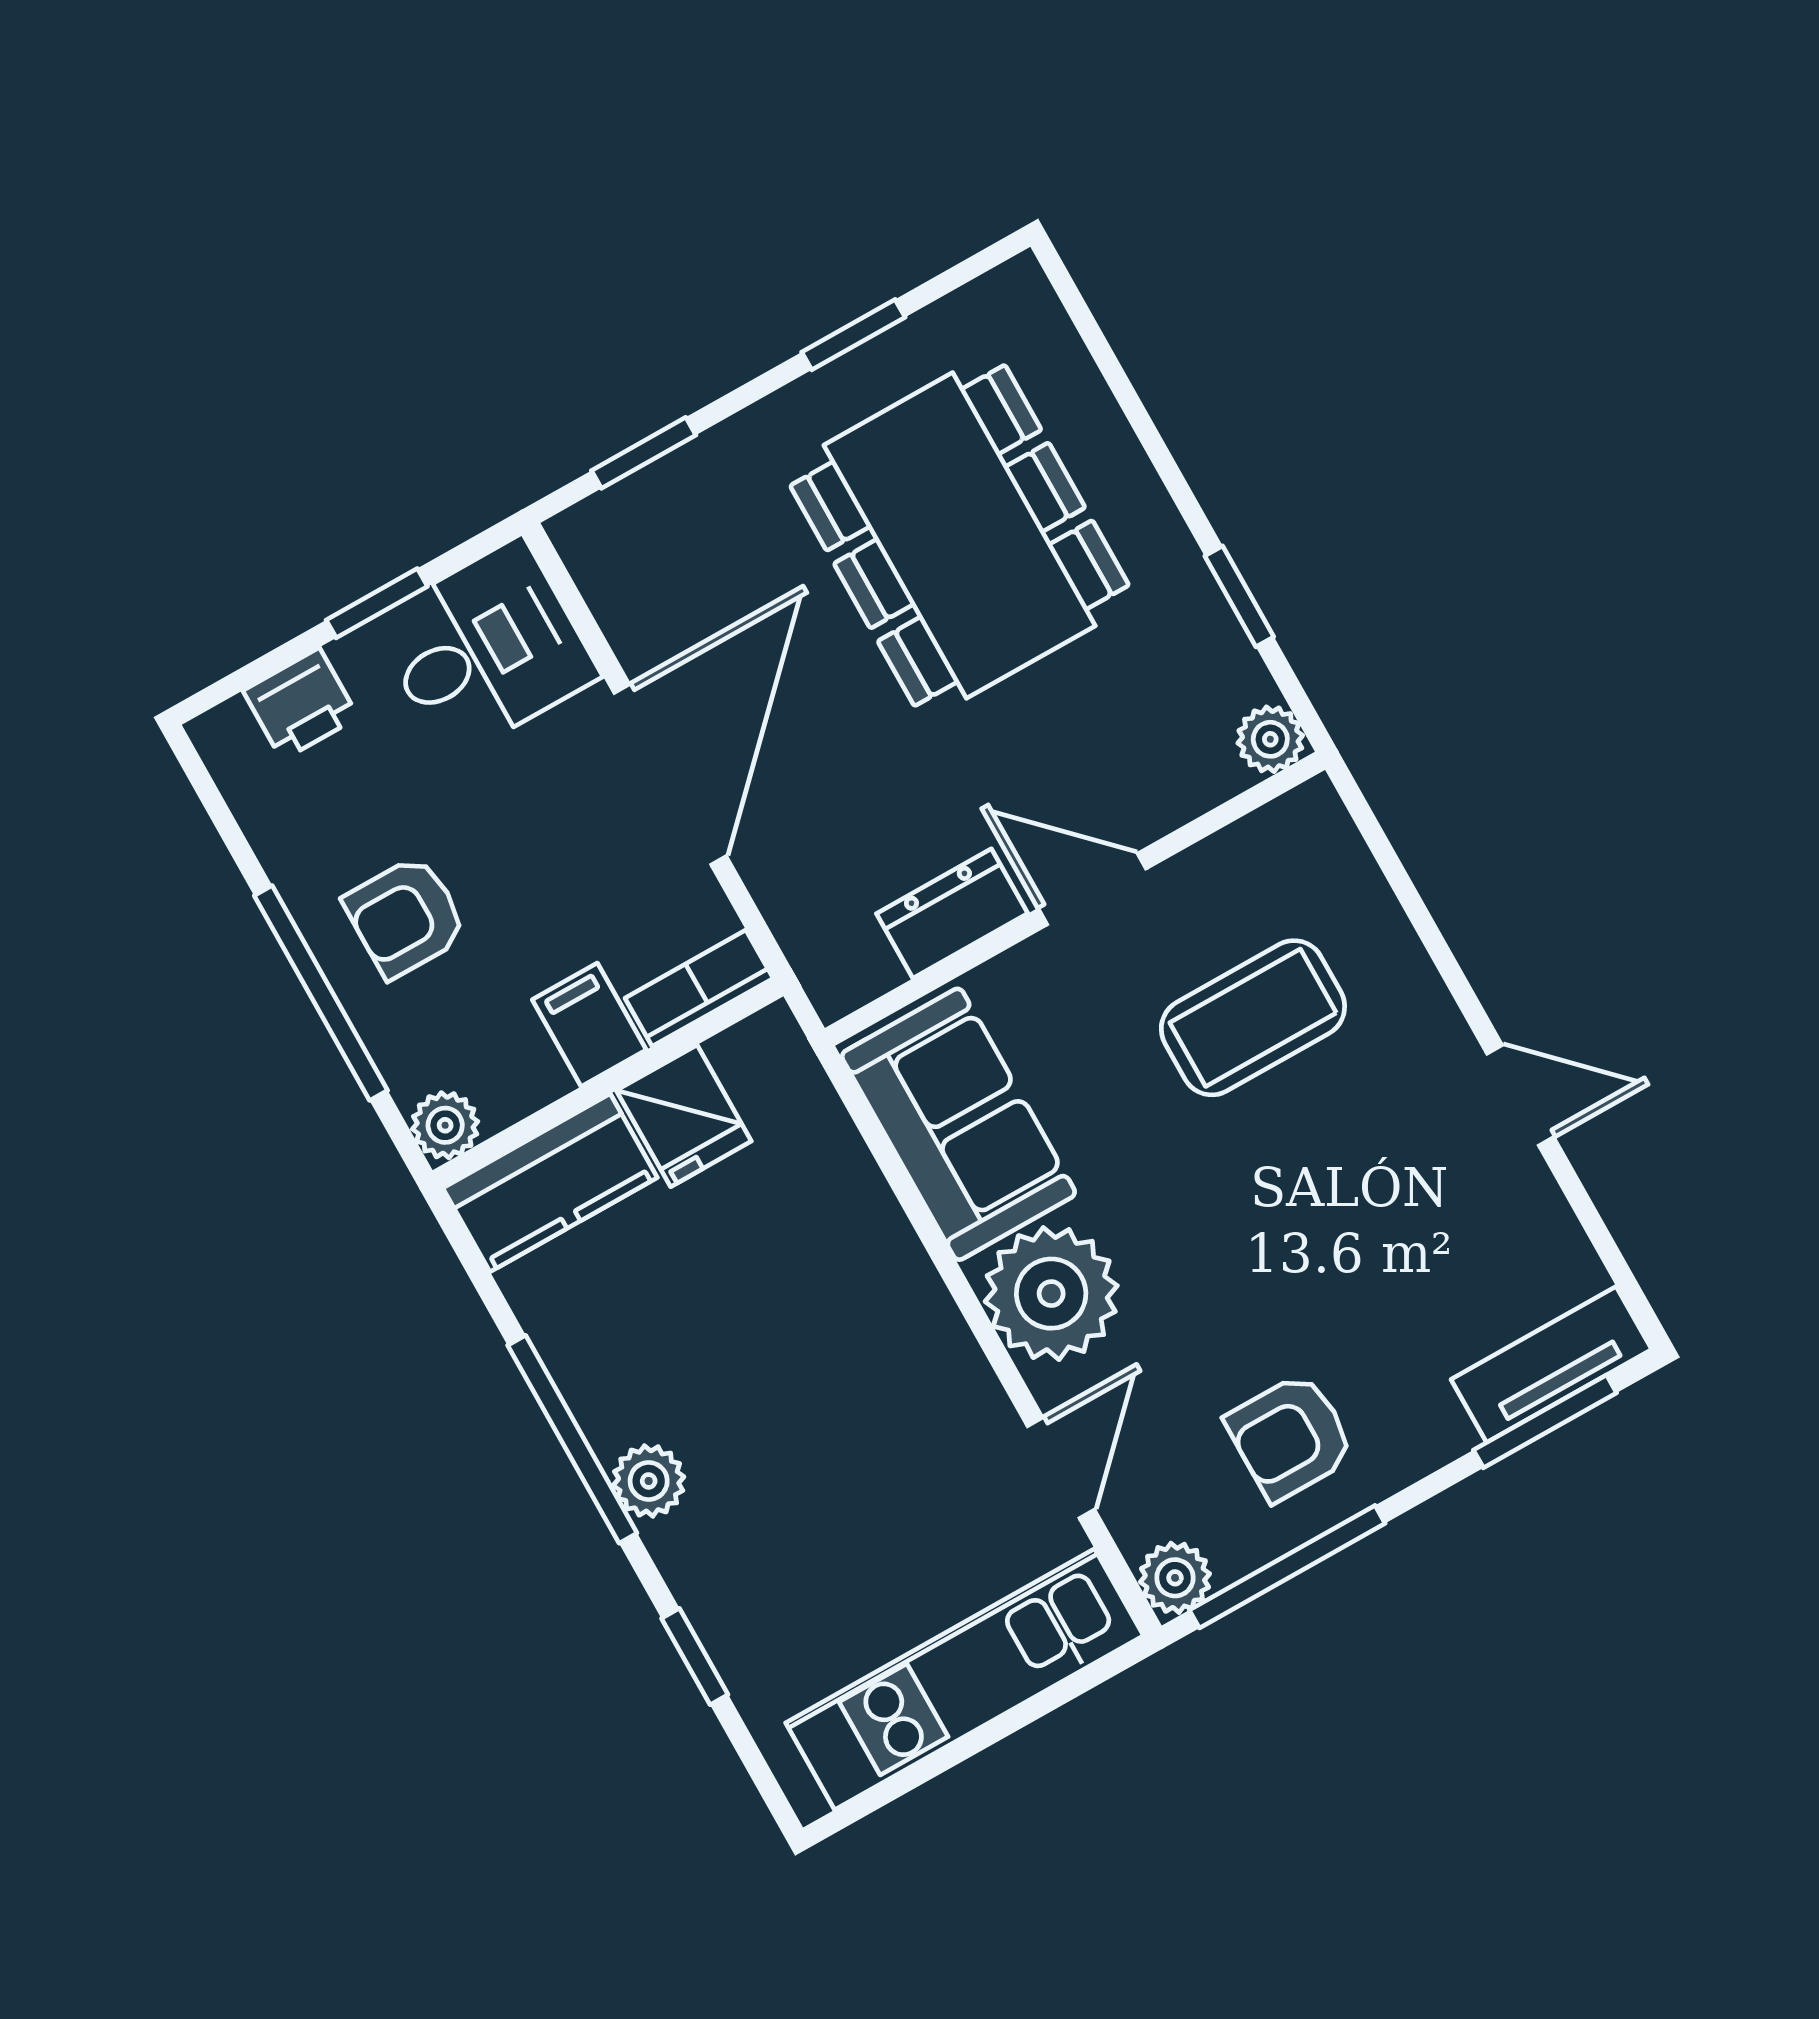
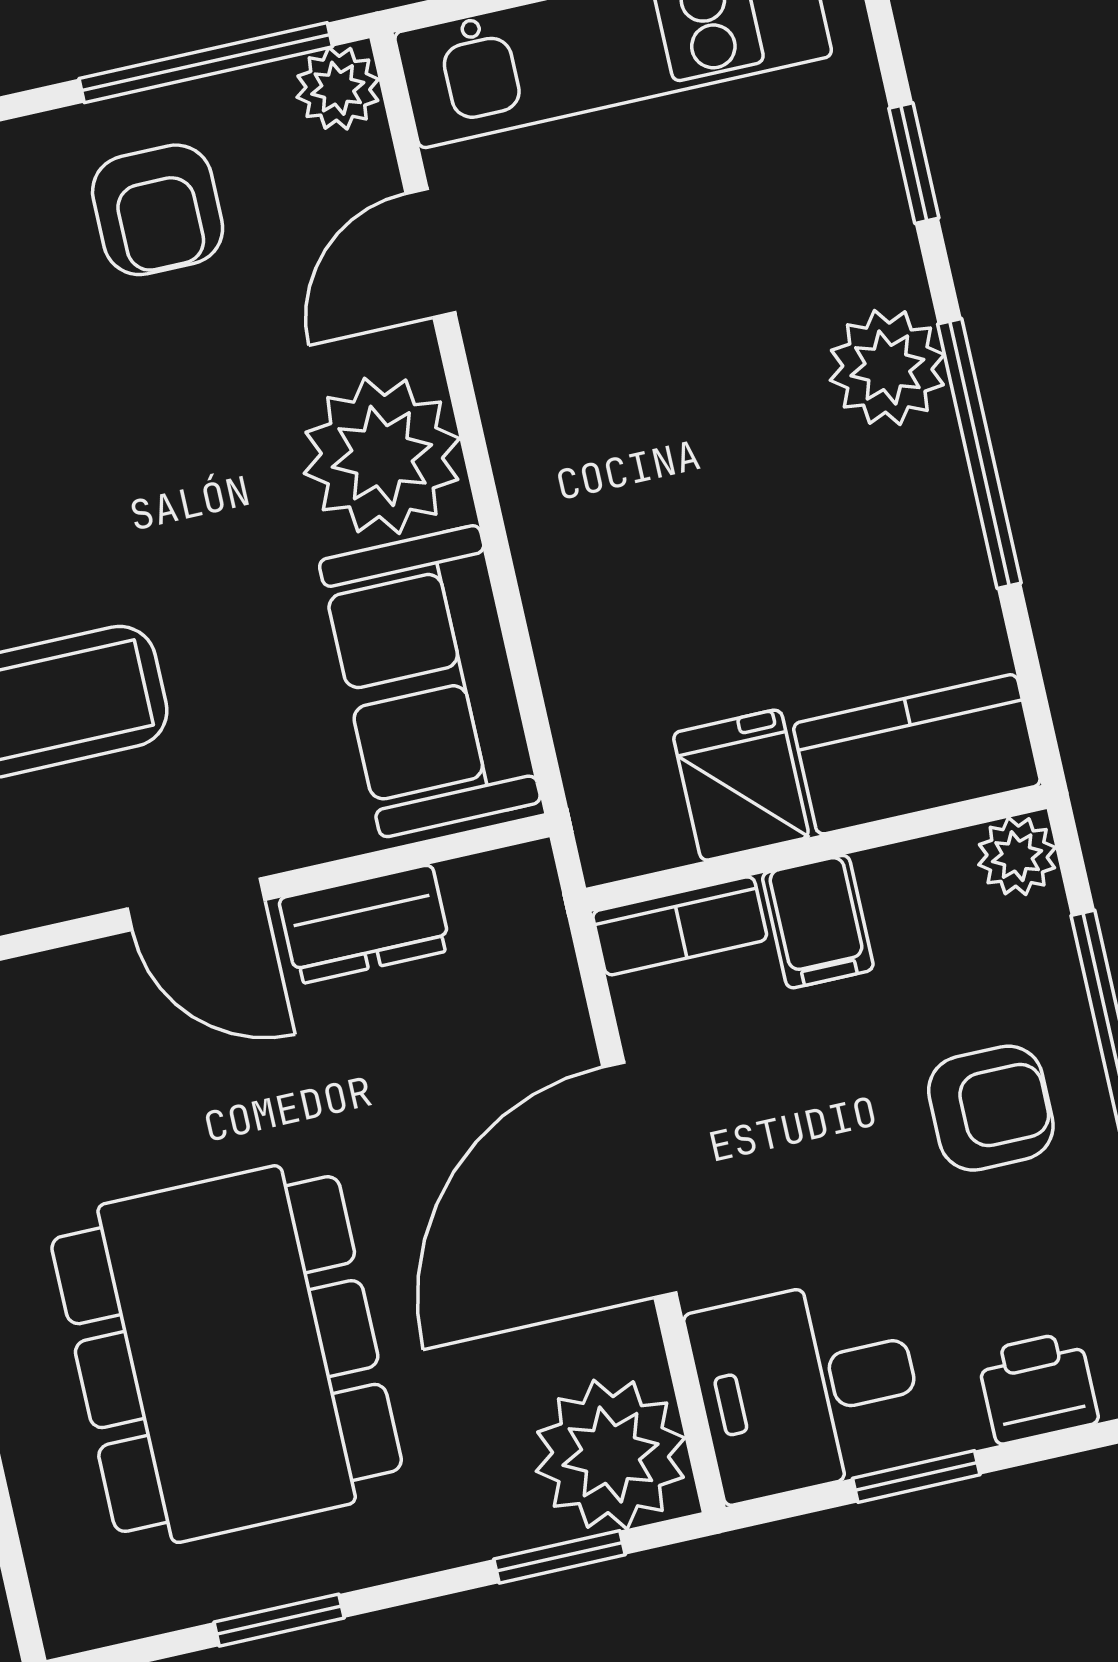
plant: (627, 547) -> (610, 1455), added
armchair: (1290, 1437) -> (158, 210), turned 90
plant: (649, 1481) -> (887, 368), width x1.38, depth x1.38

